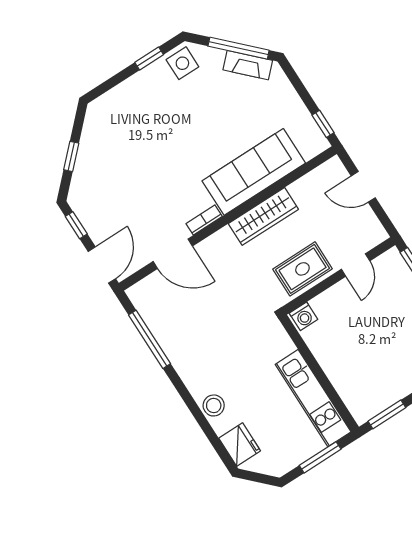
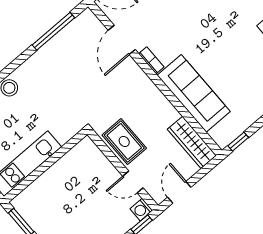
door: (363, 187) -> (179, 192), moved
wardrobe: (263, 216) -> (192, 142), moved
washing machine: (303, 316) -> (141, 210), moved

